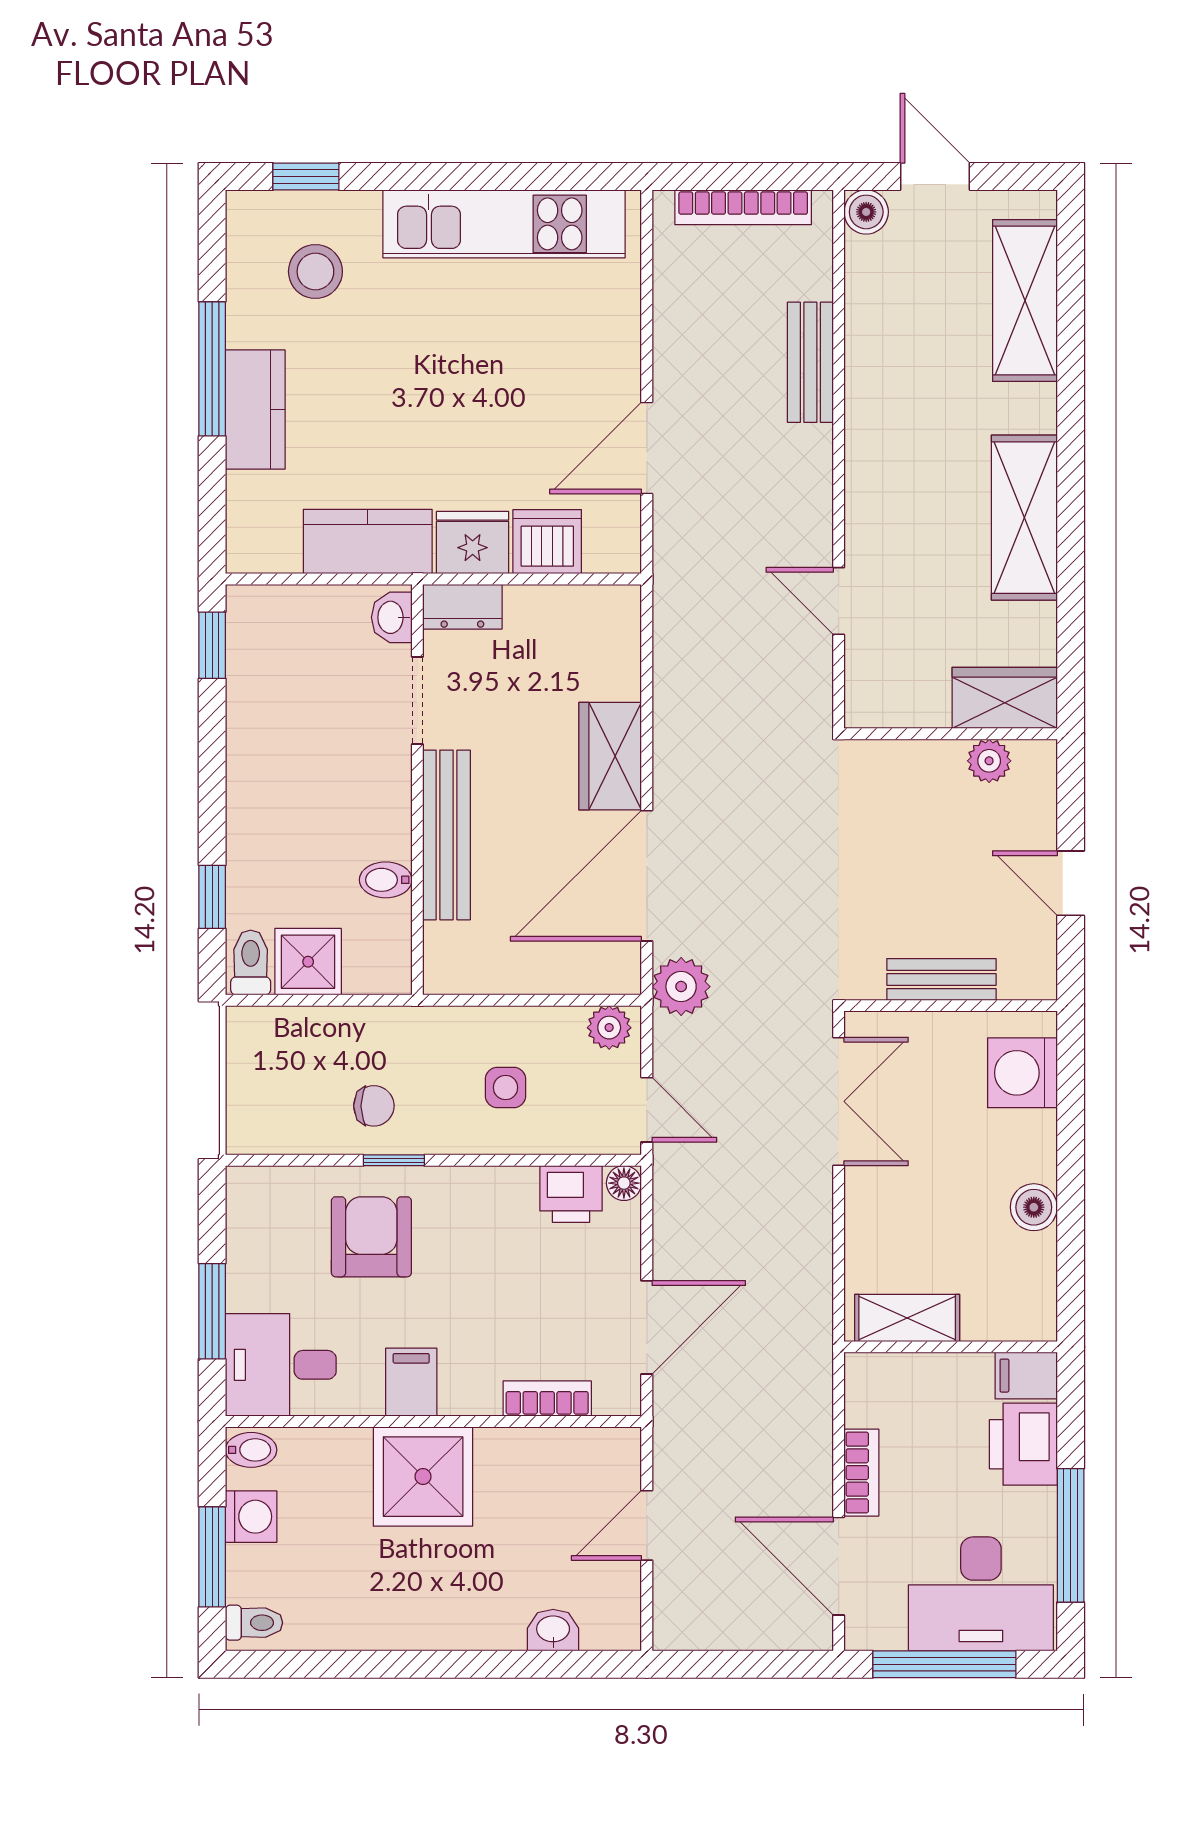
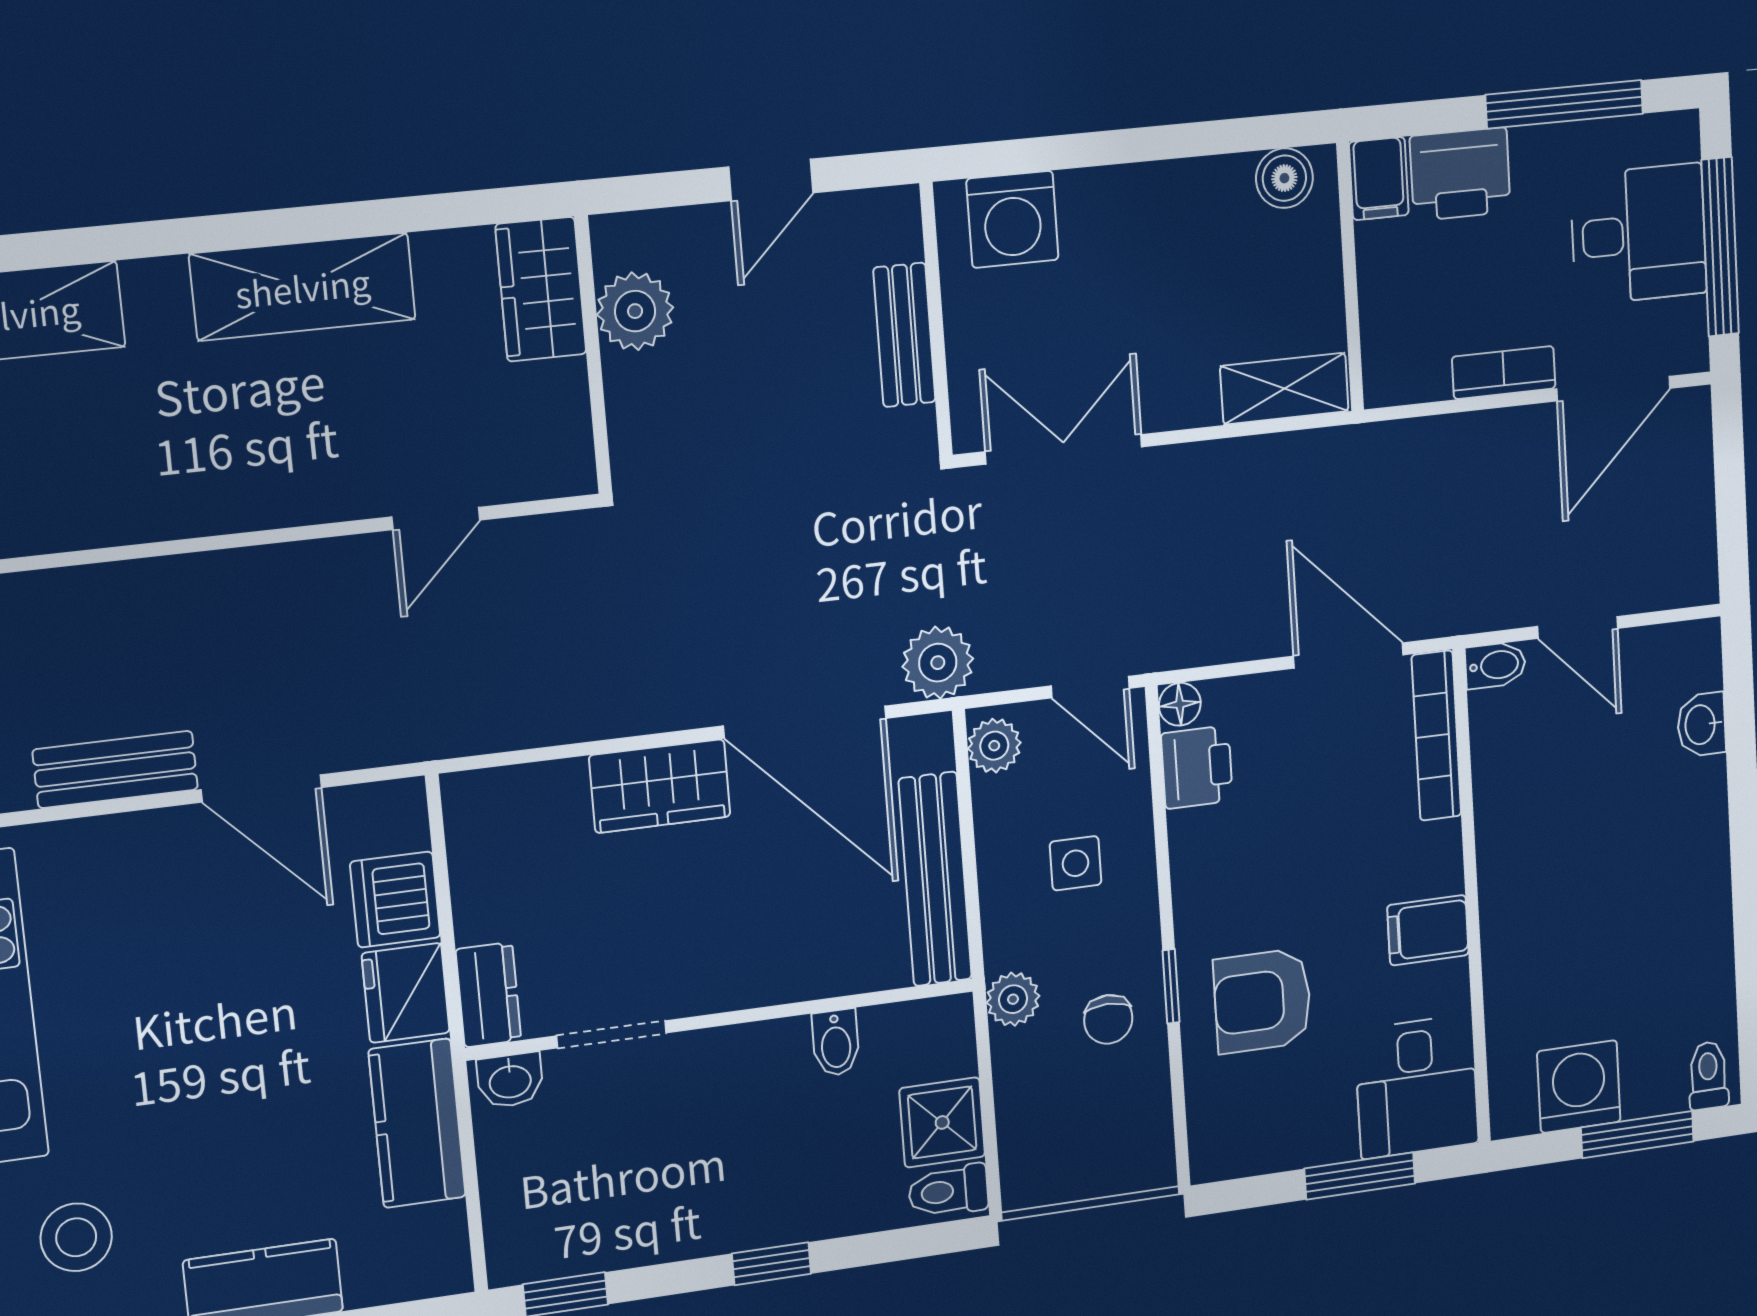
bench: (810, 362) -> (115, 769), moved
plant: (989, 761) -> (635, 311), width x1.38, depth x1.38
bench: (447, 835) -> (935, 879), moved, turned 90
window: (212, 897) -> (772, 1264), moved
plant: (401, 1028) -> (1013, 999), added
chair: (374, 1106) -> (1108, 1019), turned 180
door: (647, 1110) -> (1090, 687), swing flipped
boiler: (1034, 1207) -> (1284, 178), moved
shelving: (907, 1318) -> (1284, 389), moved, turned 90
bookcase: (547, 1399) -> (1436, 736), width x1.56
bidet: (251, 1450) -> (1495, 665), moved, turned 90
shower: (423, 1477) -> (1535, 901), removed
washing machine: (251, 1517) -> (1579, 1087), width x1.38, depth x1.38
desk: (981, 1594) -> (1639, 234), width x0.73

